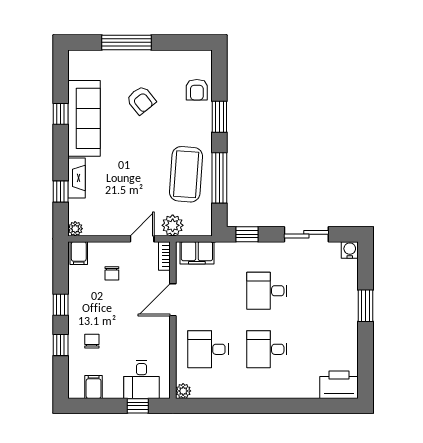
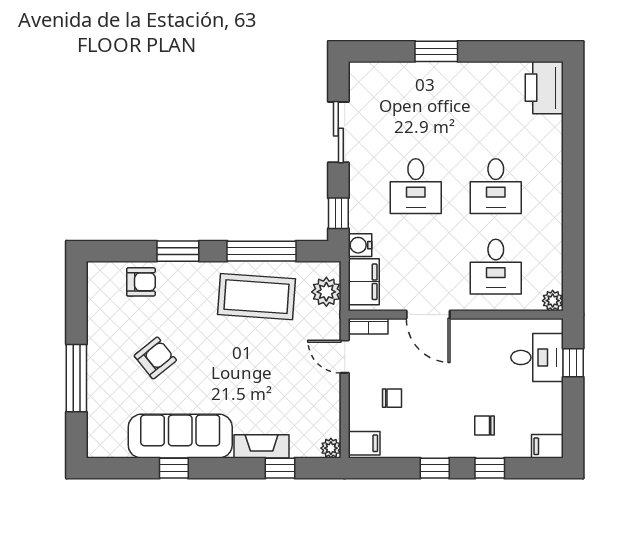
plant: (173, 225) -> (326, 292), moved
water cooler: (350, 250) -> (360, 245), moved
filing cabinet: (94, 387) -> (547, 446), moved

